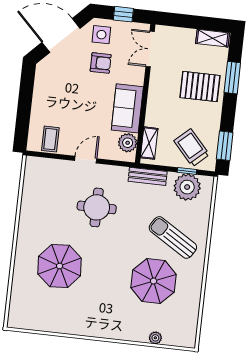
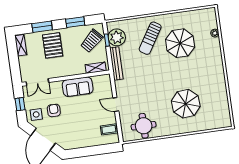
plant: (128, 143) -> (99, 81), removed
window: (225, 146) -> (75, 22), moved
bench: (148, 176) -> (116, 63), width x1.36
round table: (97, 207) -> (144, 126), moved

